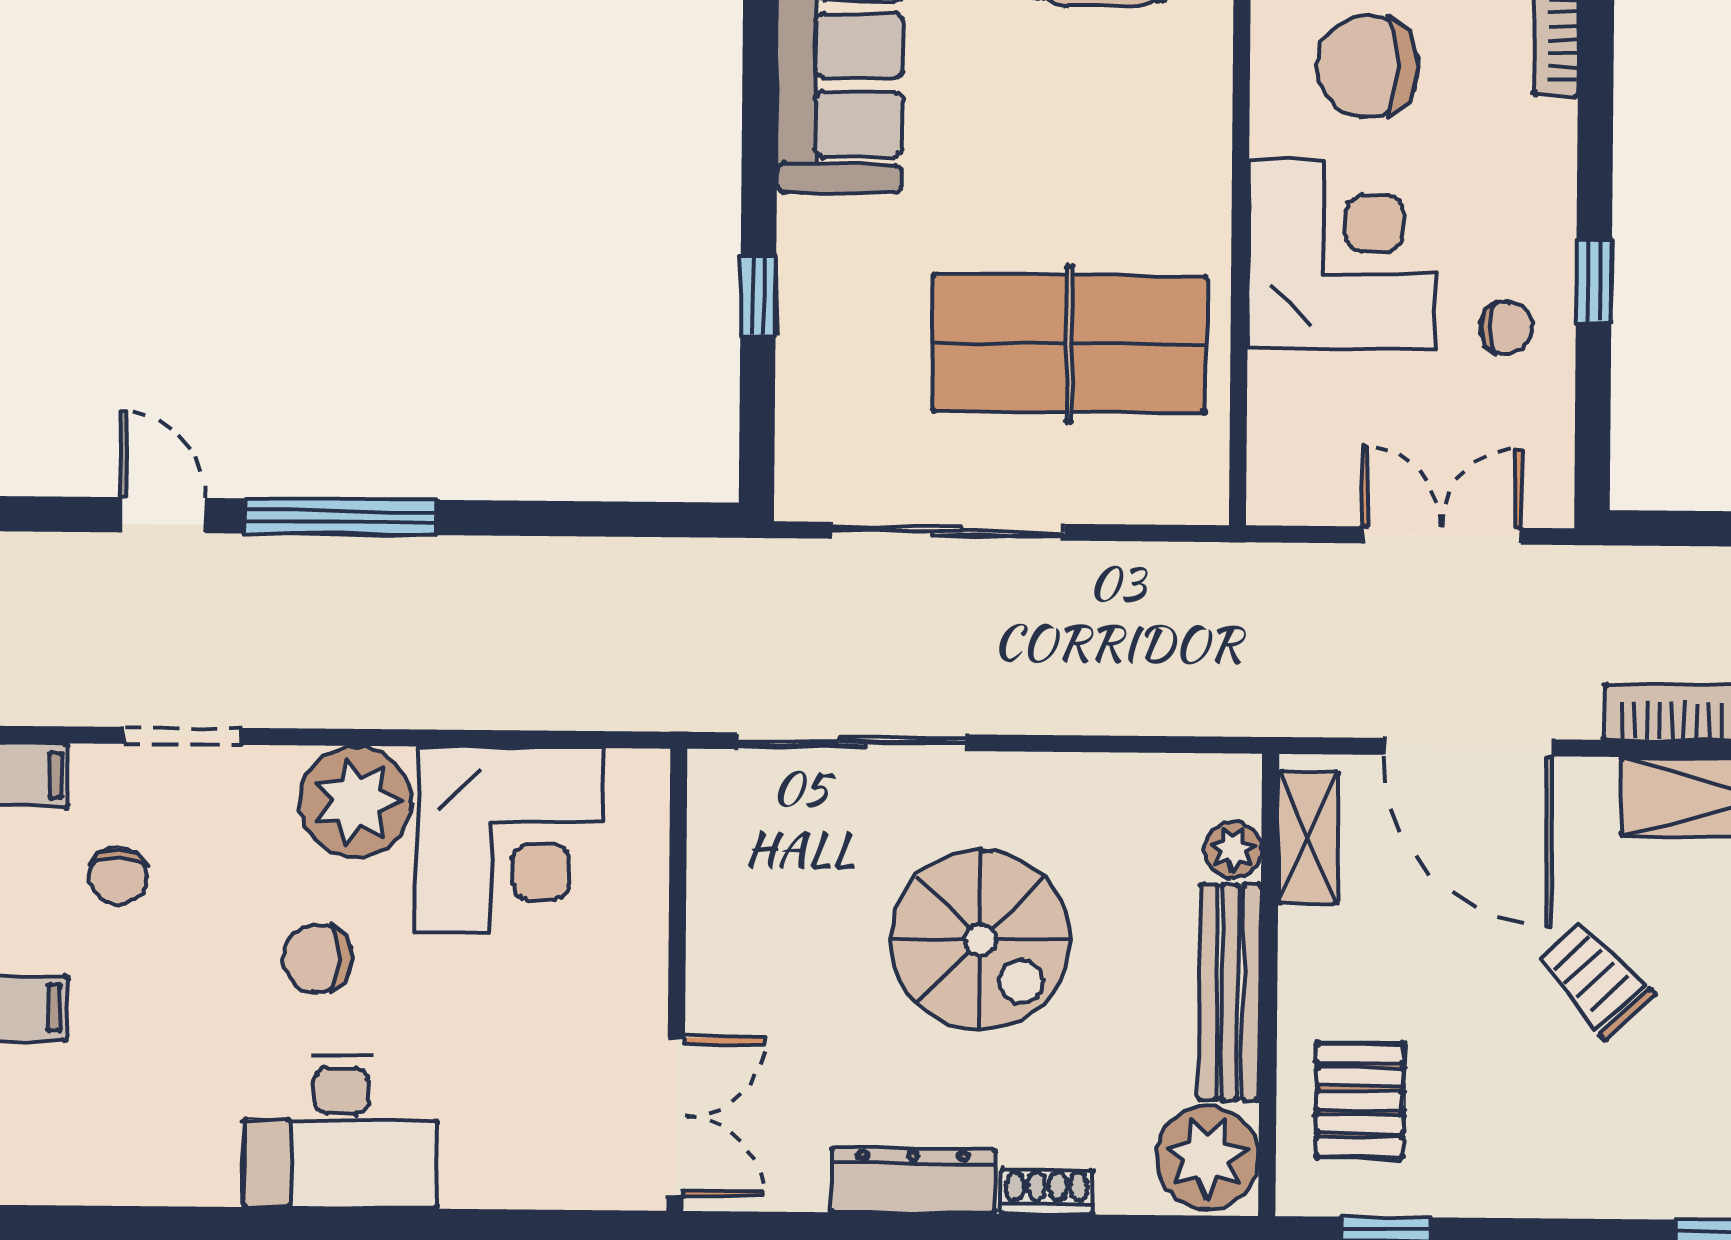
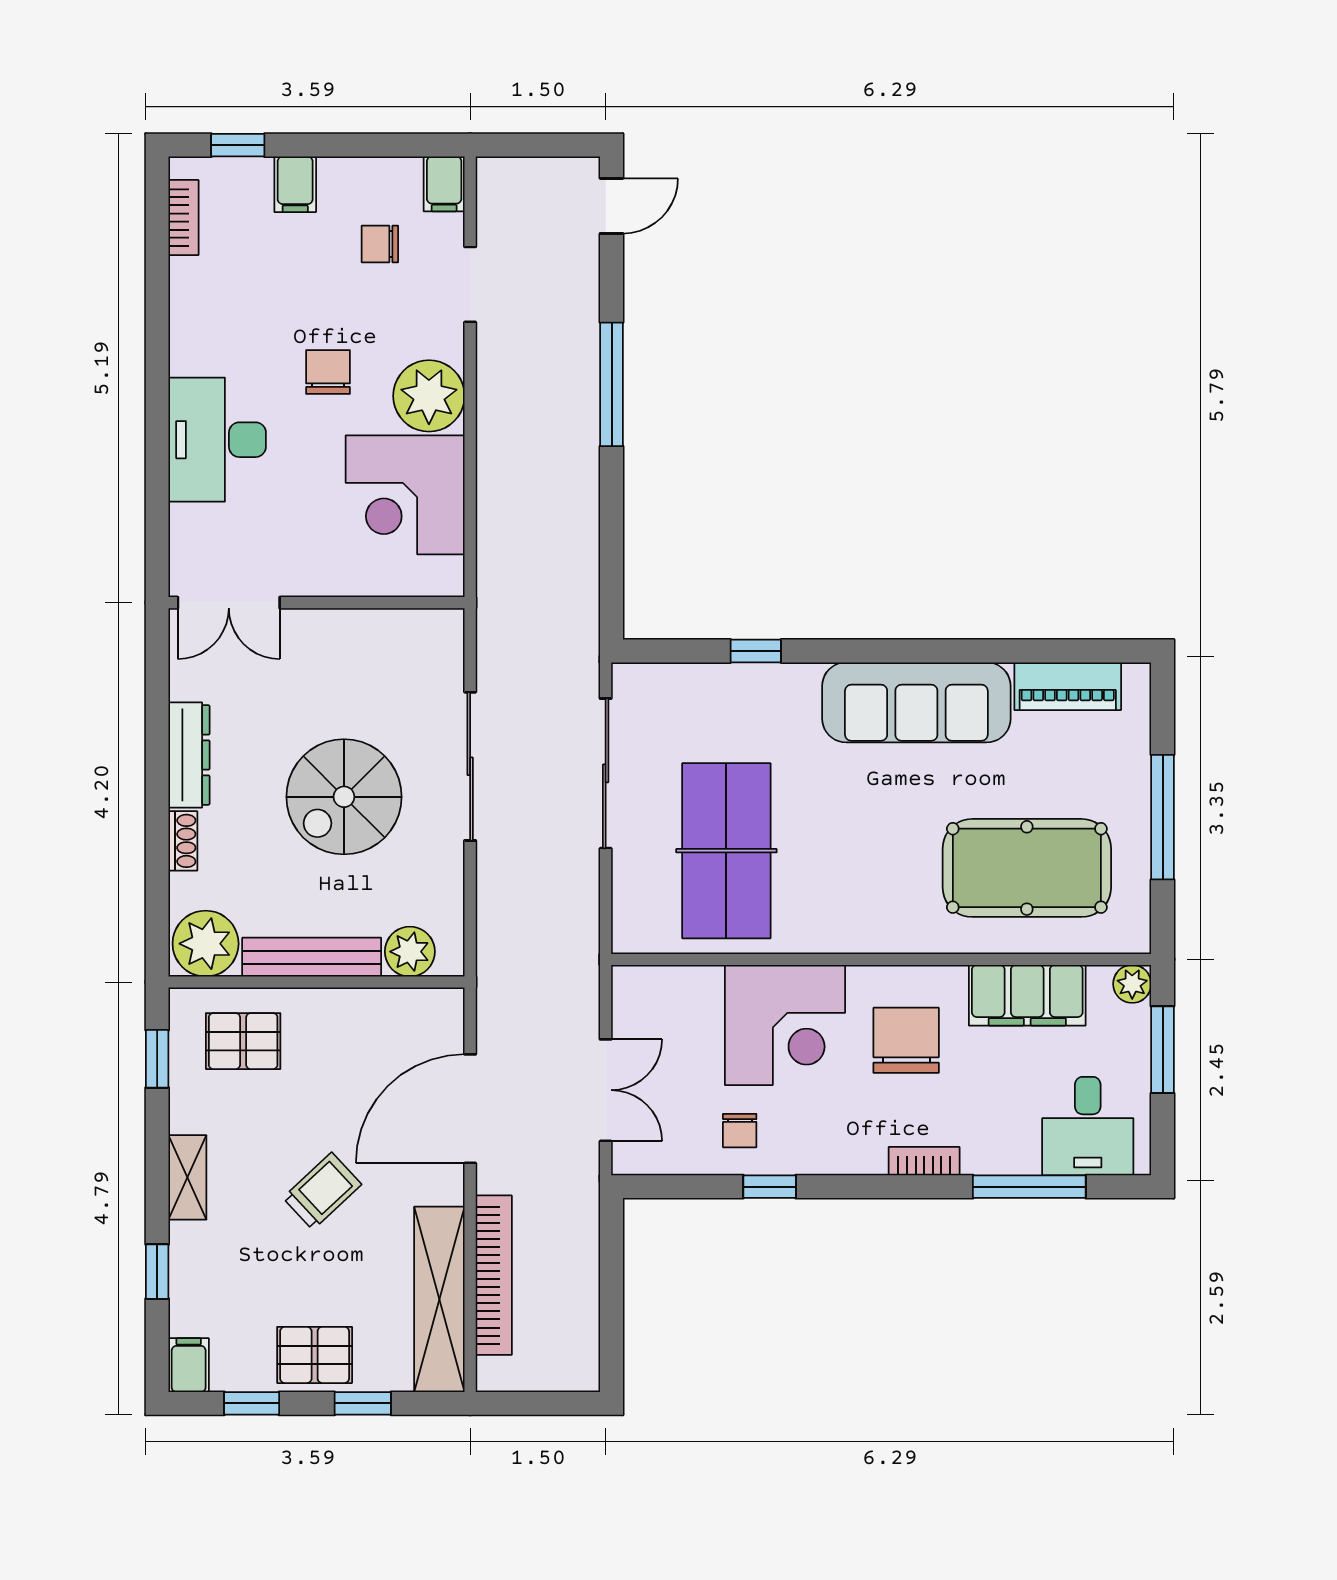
door: (162, 515) -> (612, 206), moved
sliding door: (853, 742) -> (470, 766), moved
shelving: (1308, 837) -> (187, 1177), moved, turned 90
plant: (1233, 850) -> (410, 952), width x1.38, depth x1.38
desk: (341, 1132) -> (217, 440), moved
bookcase: (74, 1182) -> (183, 218), added

